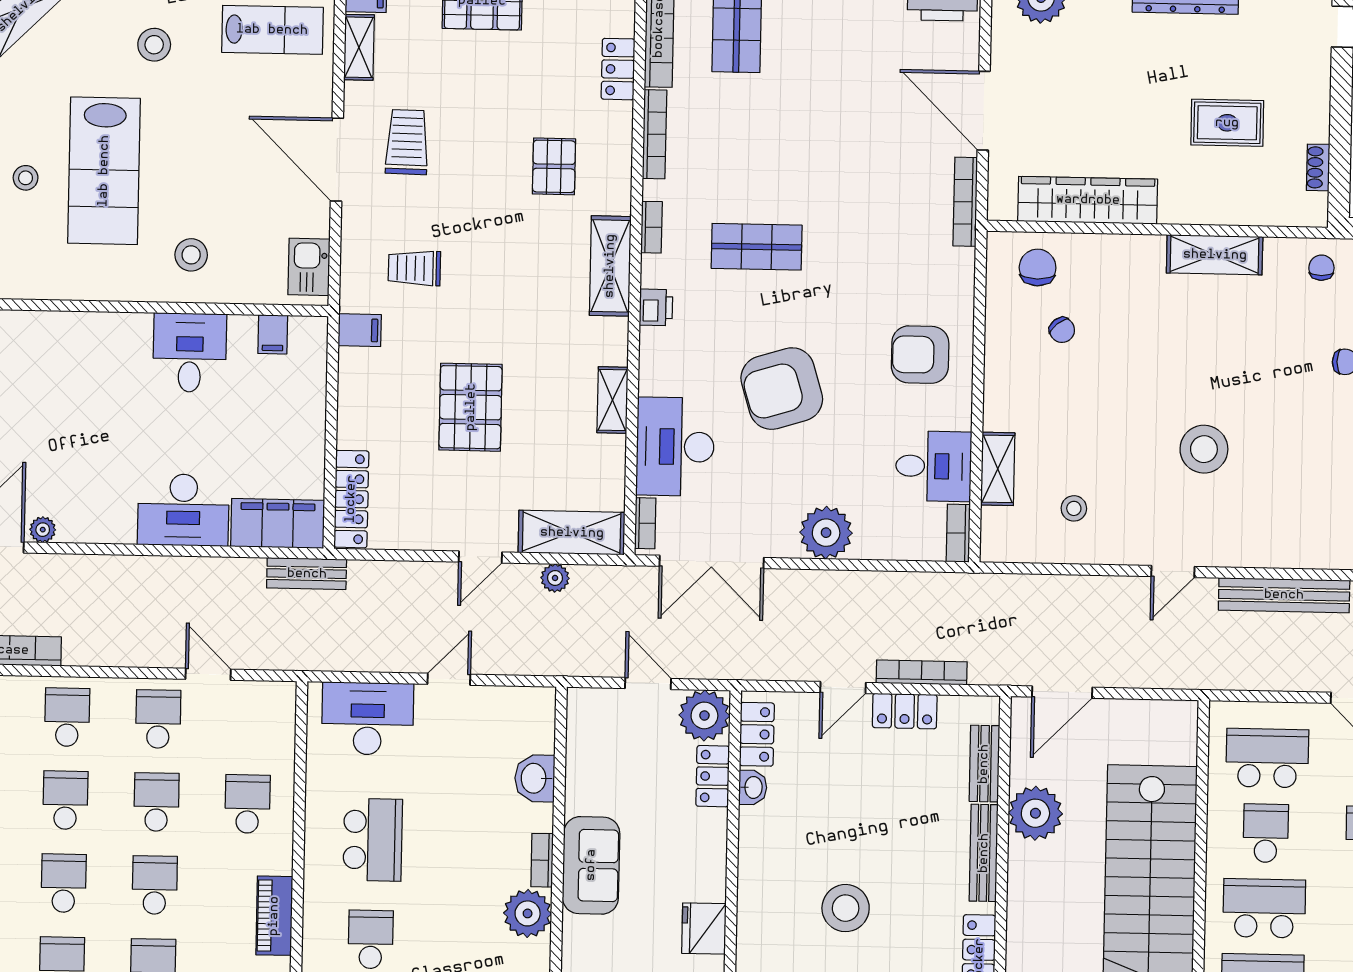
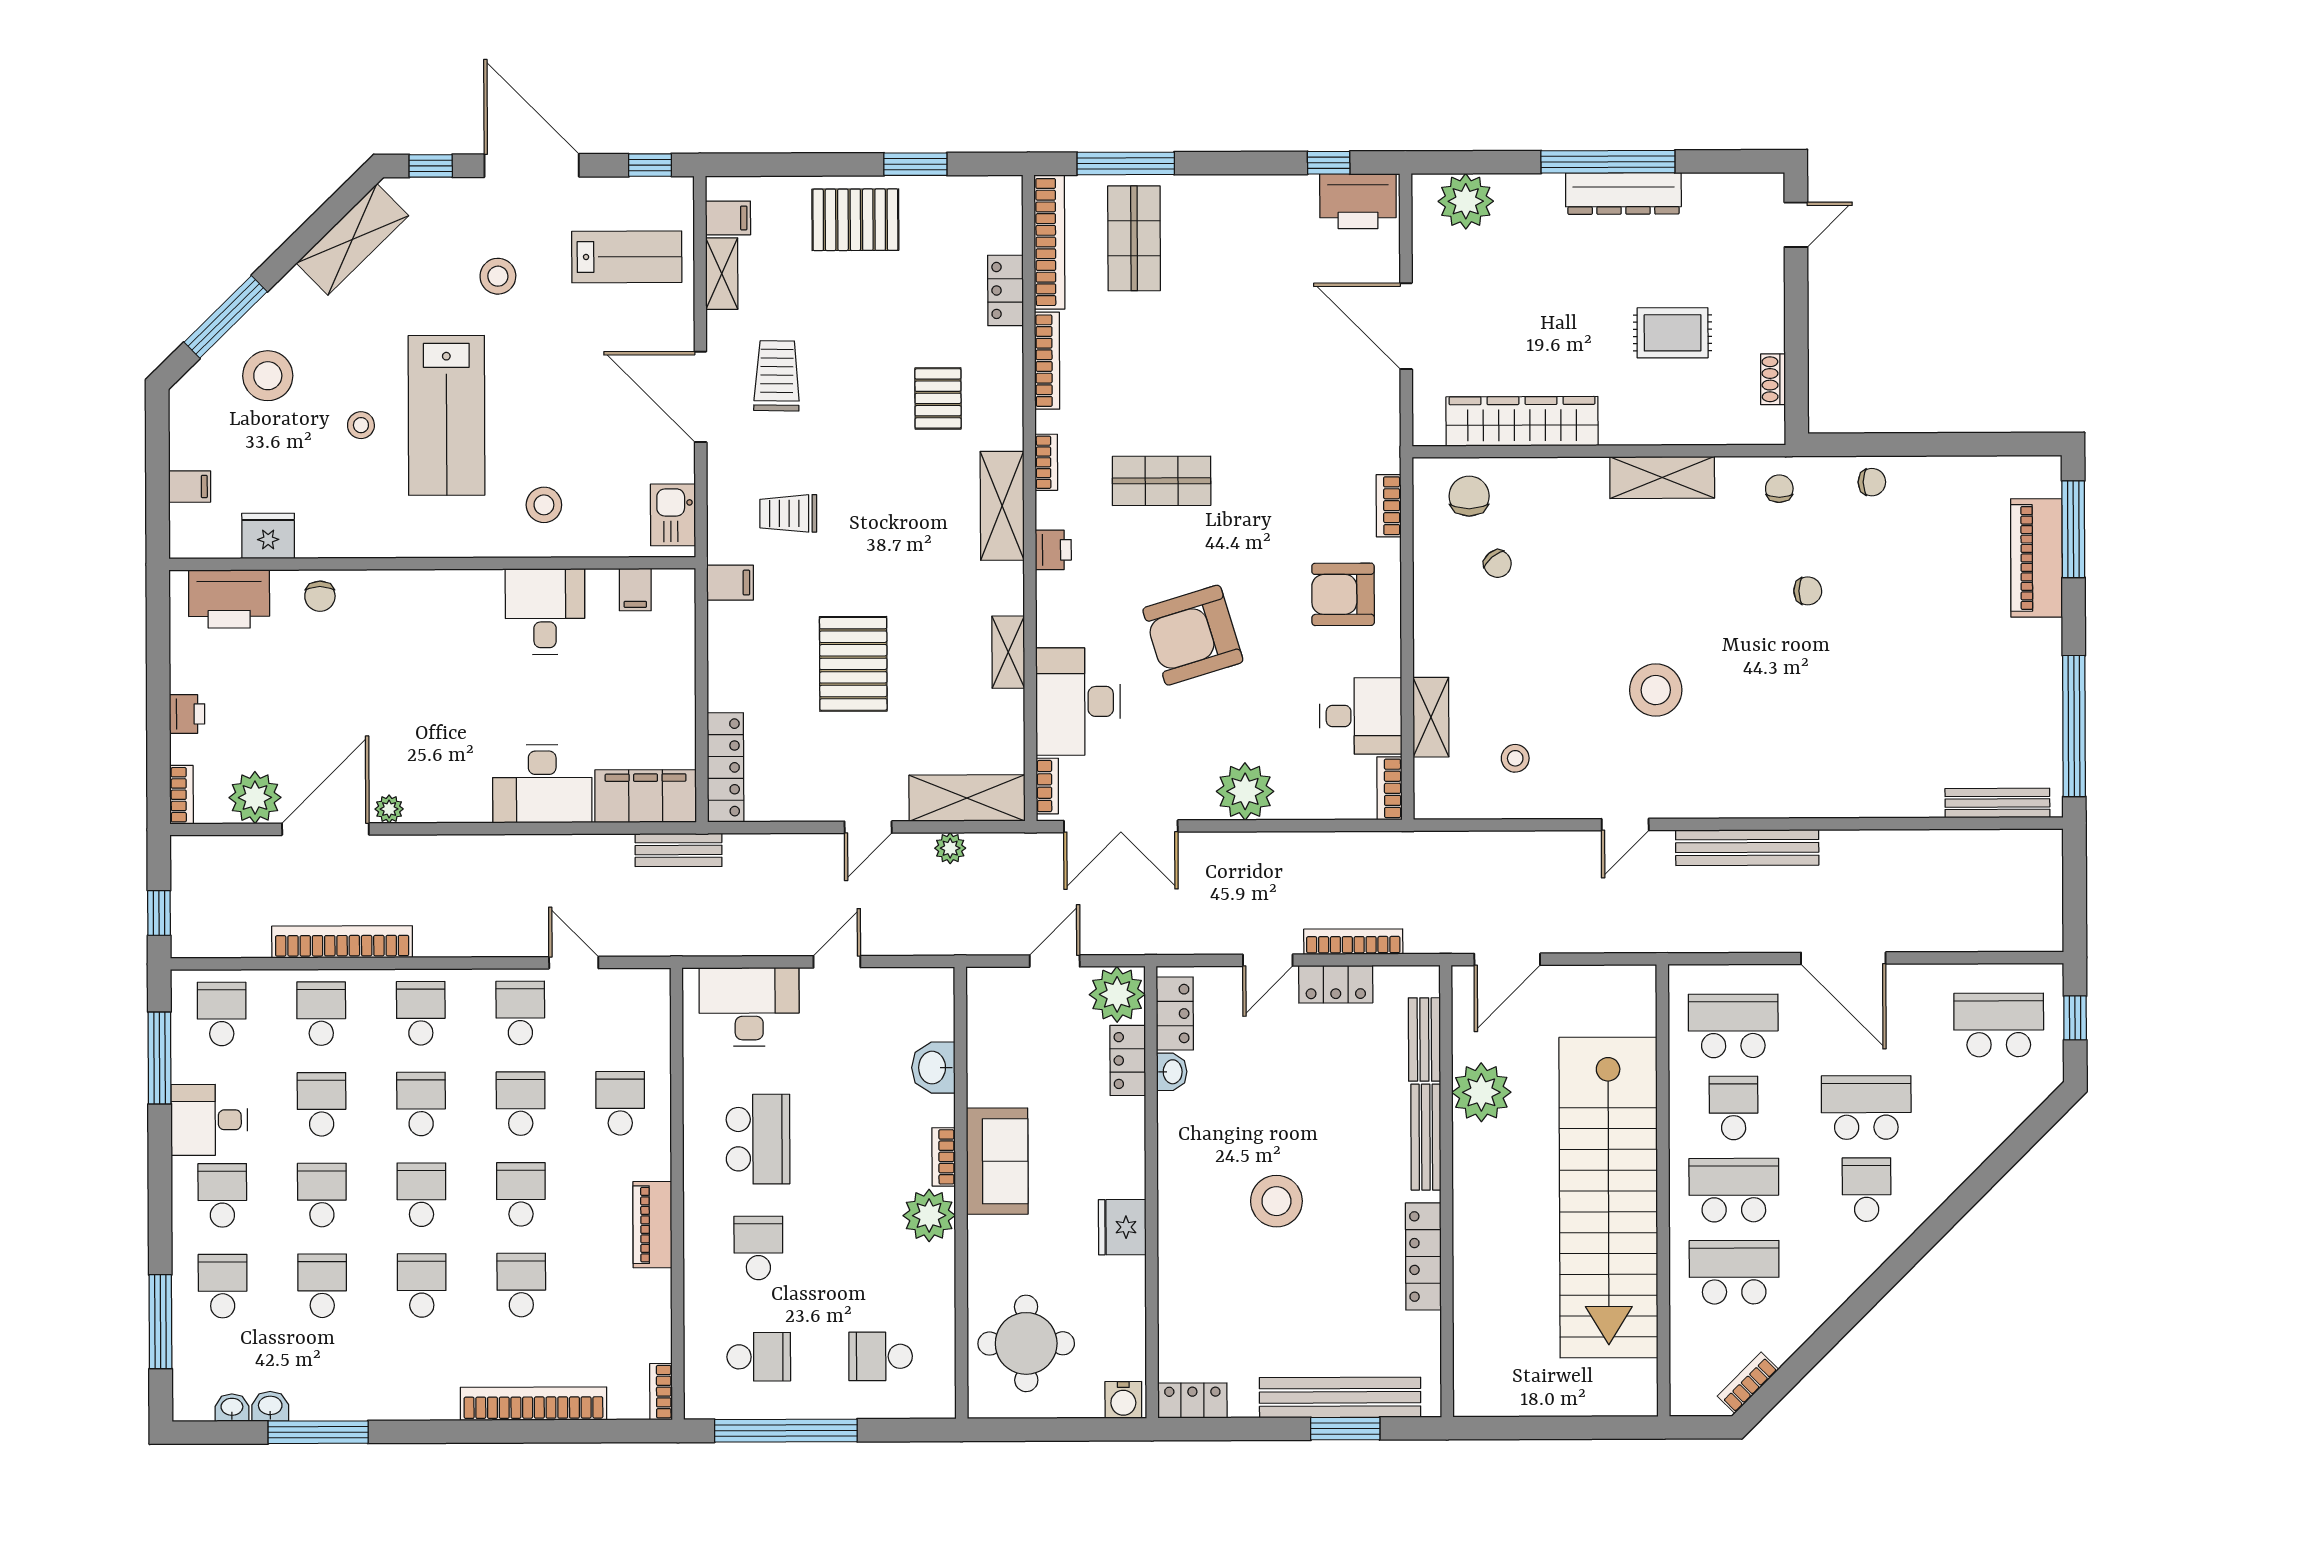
bookcase: (965, 202) -> (1389, 506), moved, width x0.64
door: (648, 683) -> (1055, 961), hinge flipped

